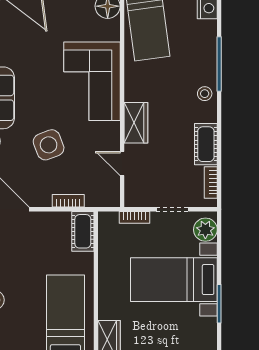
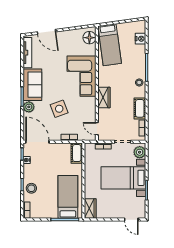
door: (122, 163) -> (97, 129), moved

